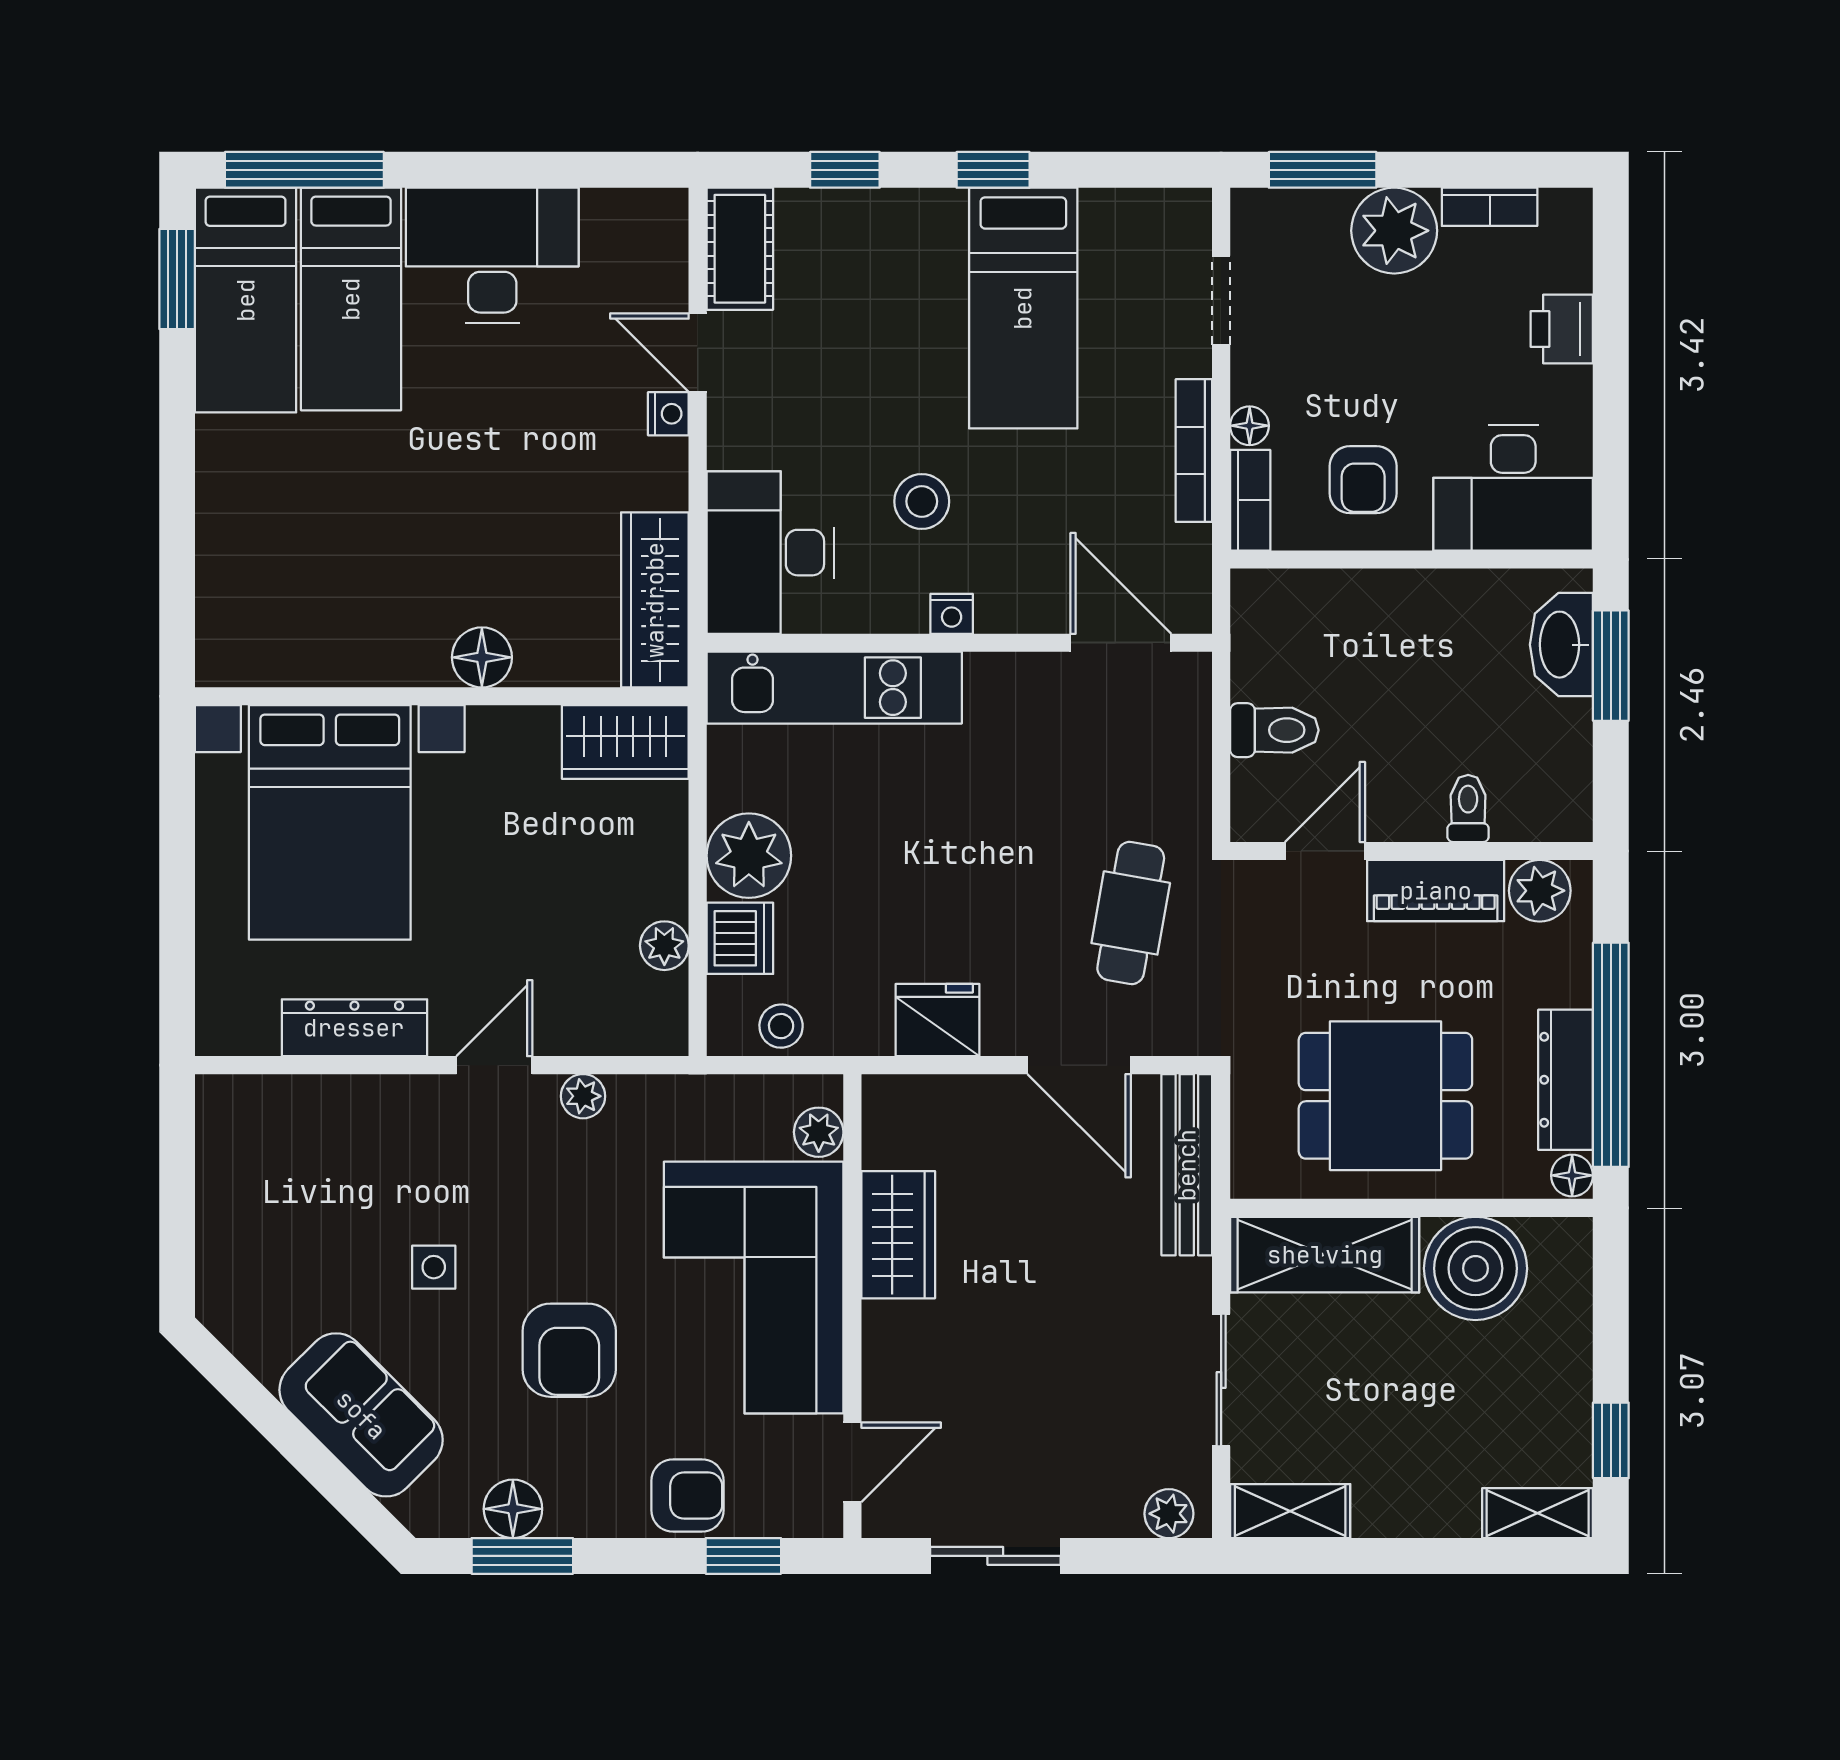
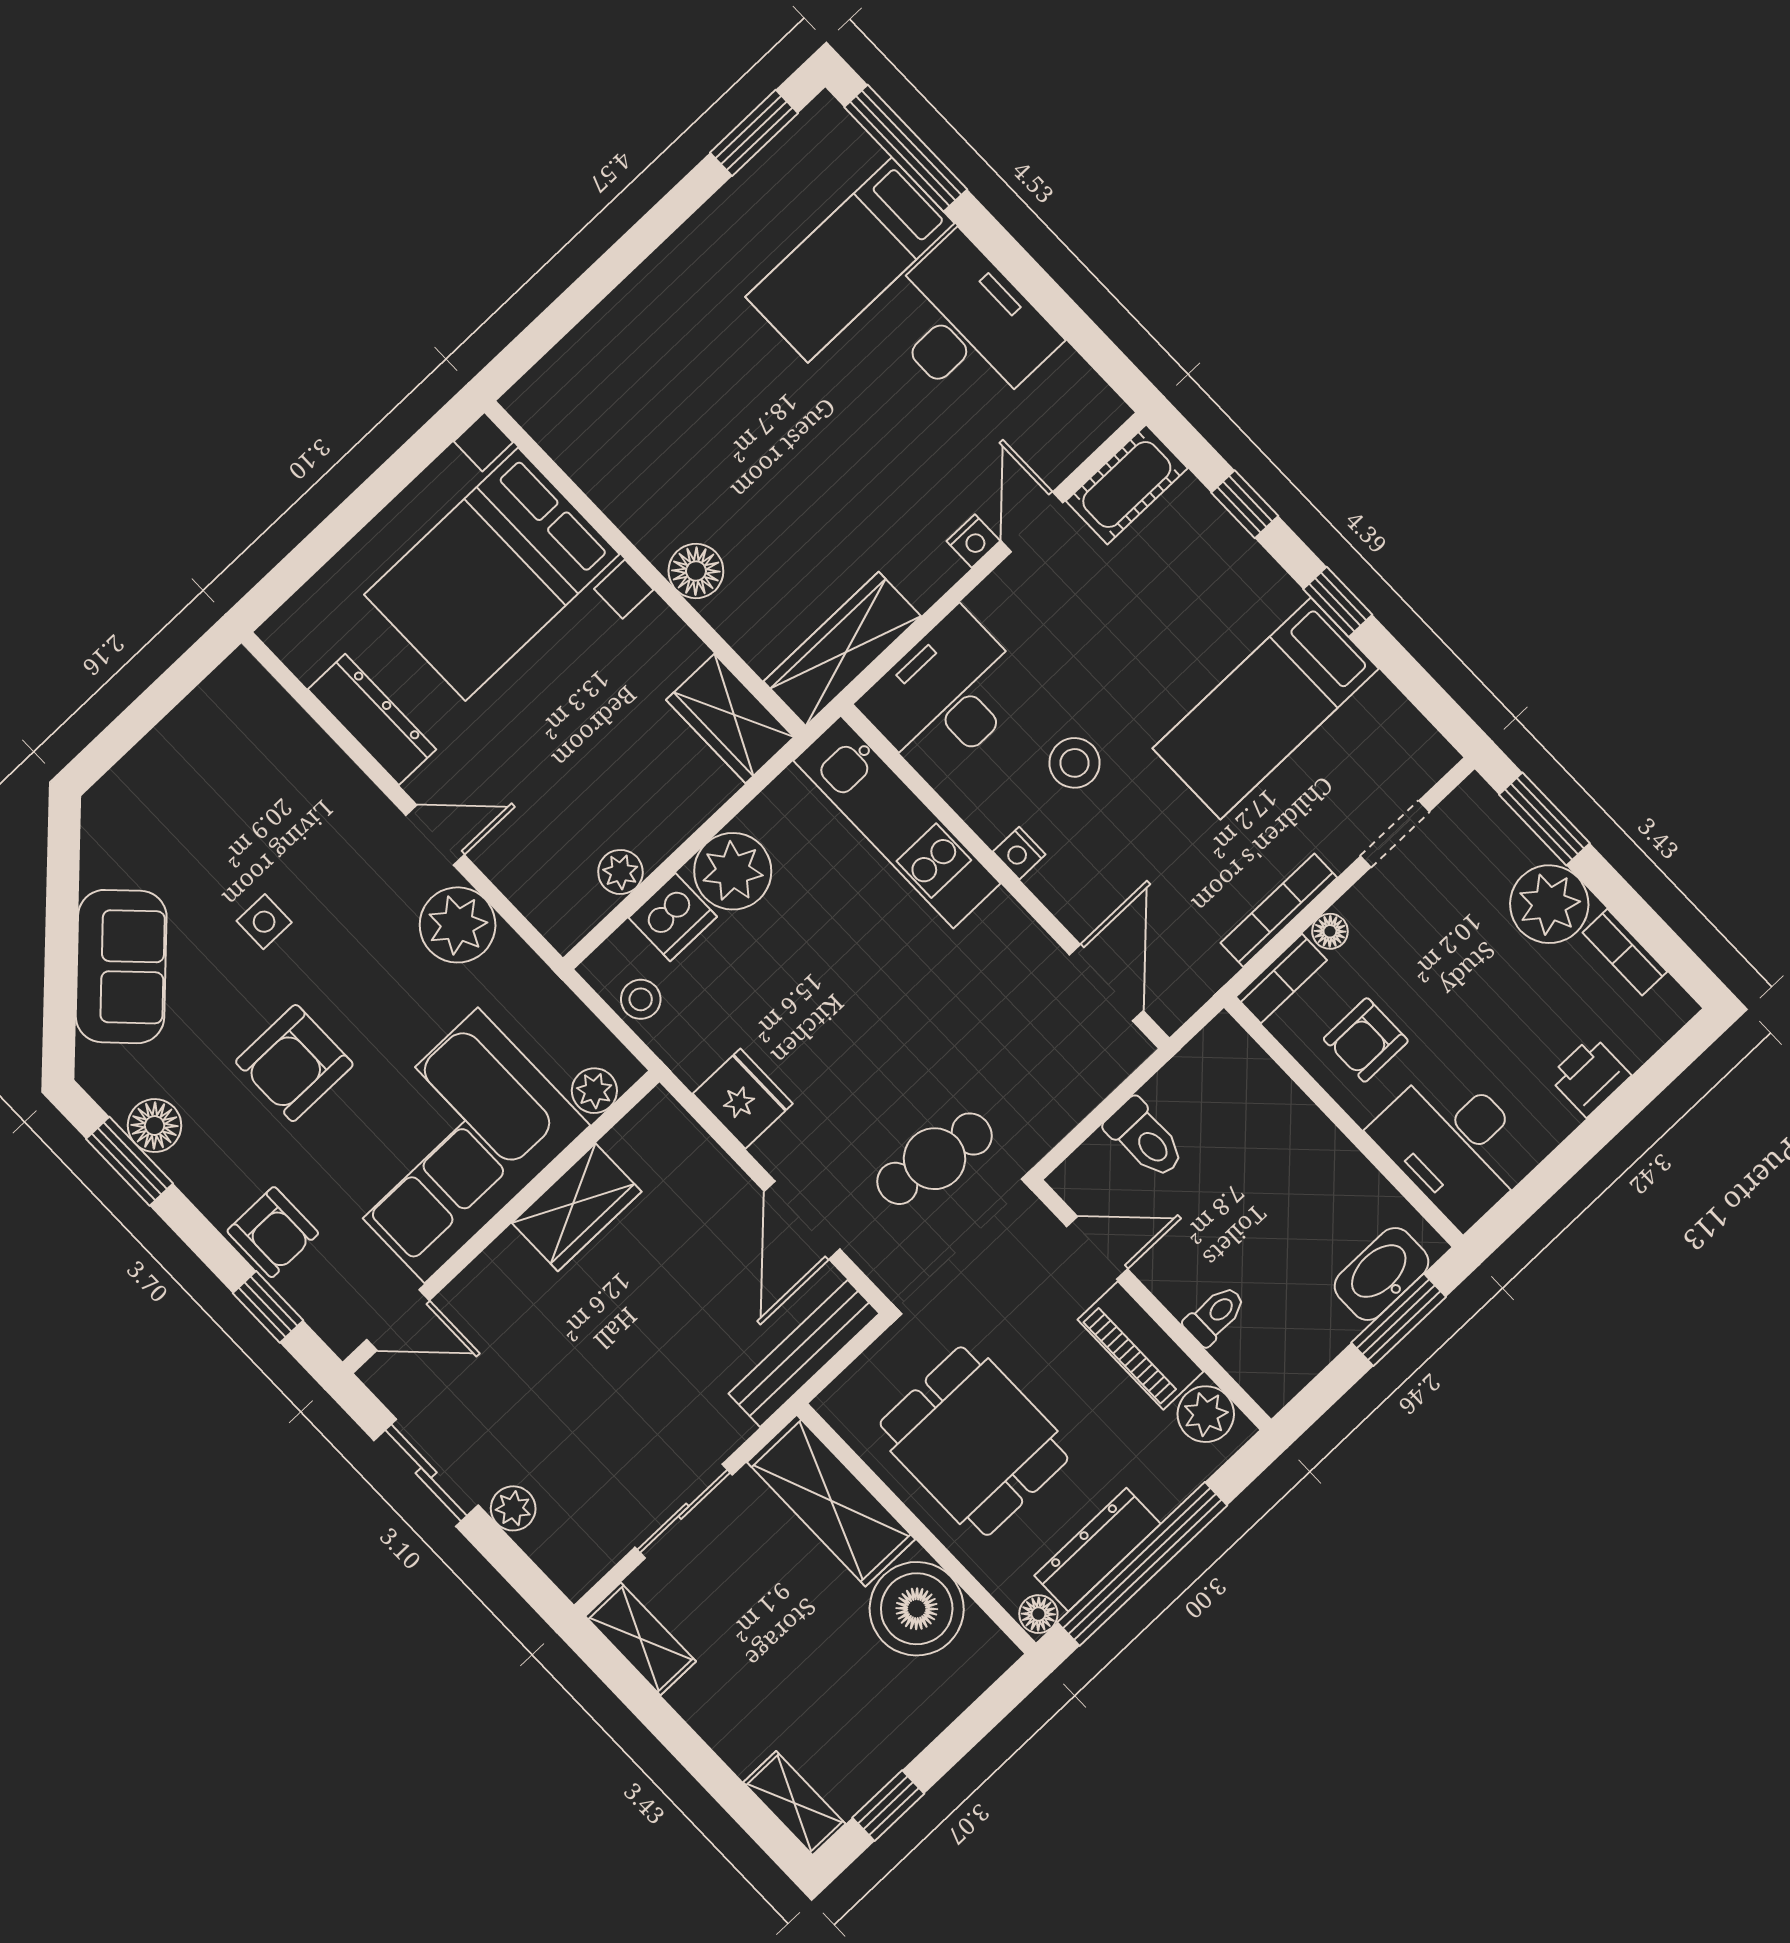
bed: (246, 300) -> (783, 191), removed
plant: (583, 1096) -> (458, 925), width x1.88, depth x1.88
plant: (1169, 1514) -> (513, 1508), moved

